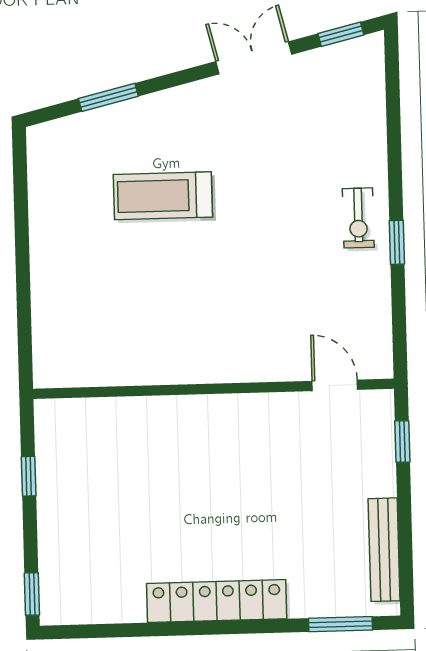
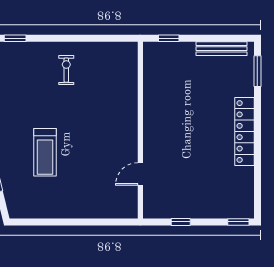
exercise bike: (358, 218) -> (66, 70), moved, turned -90
window: (397, 242) -> (15, 38), moved
door: (335, 385) -> (140, 174), moved

